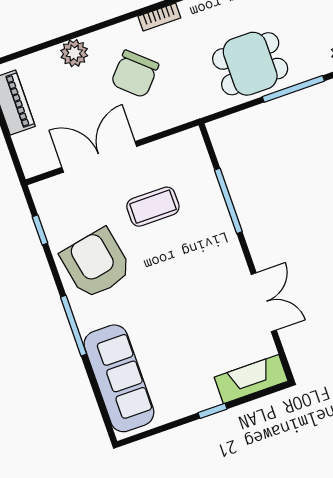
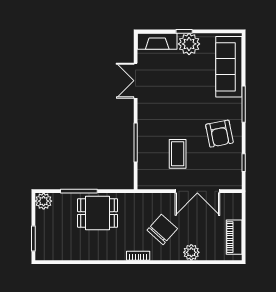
coffee table: (153, 207) -> (178, 154), turned 90
armchair: (96, 264) -> (219, 134), width x0.73, depth x0.73
plant: (197, 393) -> (189, 44), added

